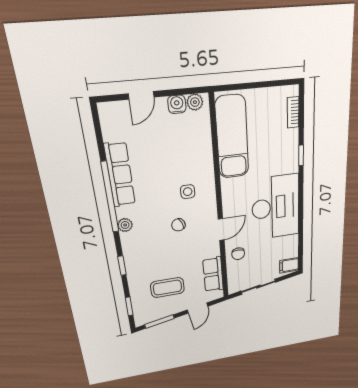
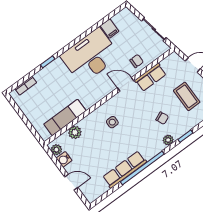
exam couch: (232, 137) -> (65, 117), width x0.73, depth x0.69
plant: (202, 139) -> (75, 132), added
plant: (125, 225) -> (168, 140), moved
chair: (178, 225) -> (162, 118), moved
filing cabinet: (289, 265) -> (110, 29), moved
row of seats: (213, 274) -> (150, 77), moved

